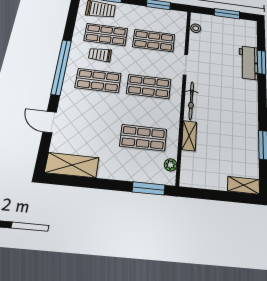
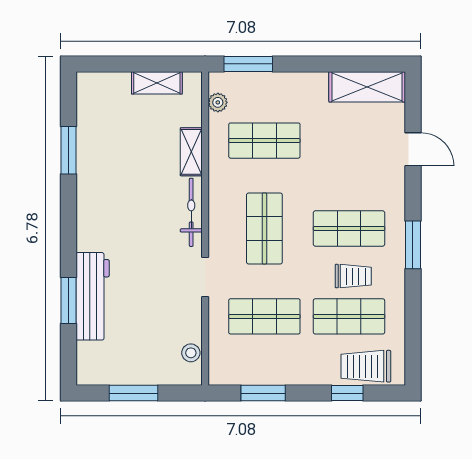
workbench: (248, 63) -> (93, 296), width x1.38
window: (61, 67) -> (413, 245), width x0.47
shop shelf: (149, 86) -> (264, 228), turned 90
shelving: (244, 185) -> (157, 83), moved

